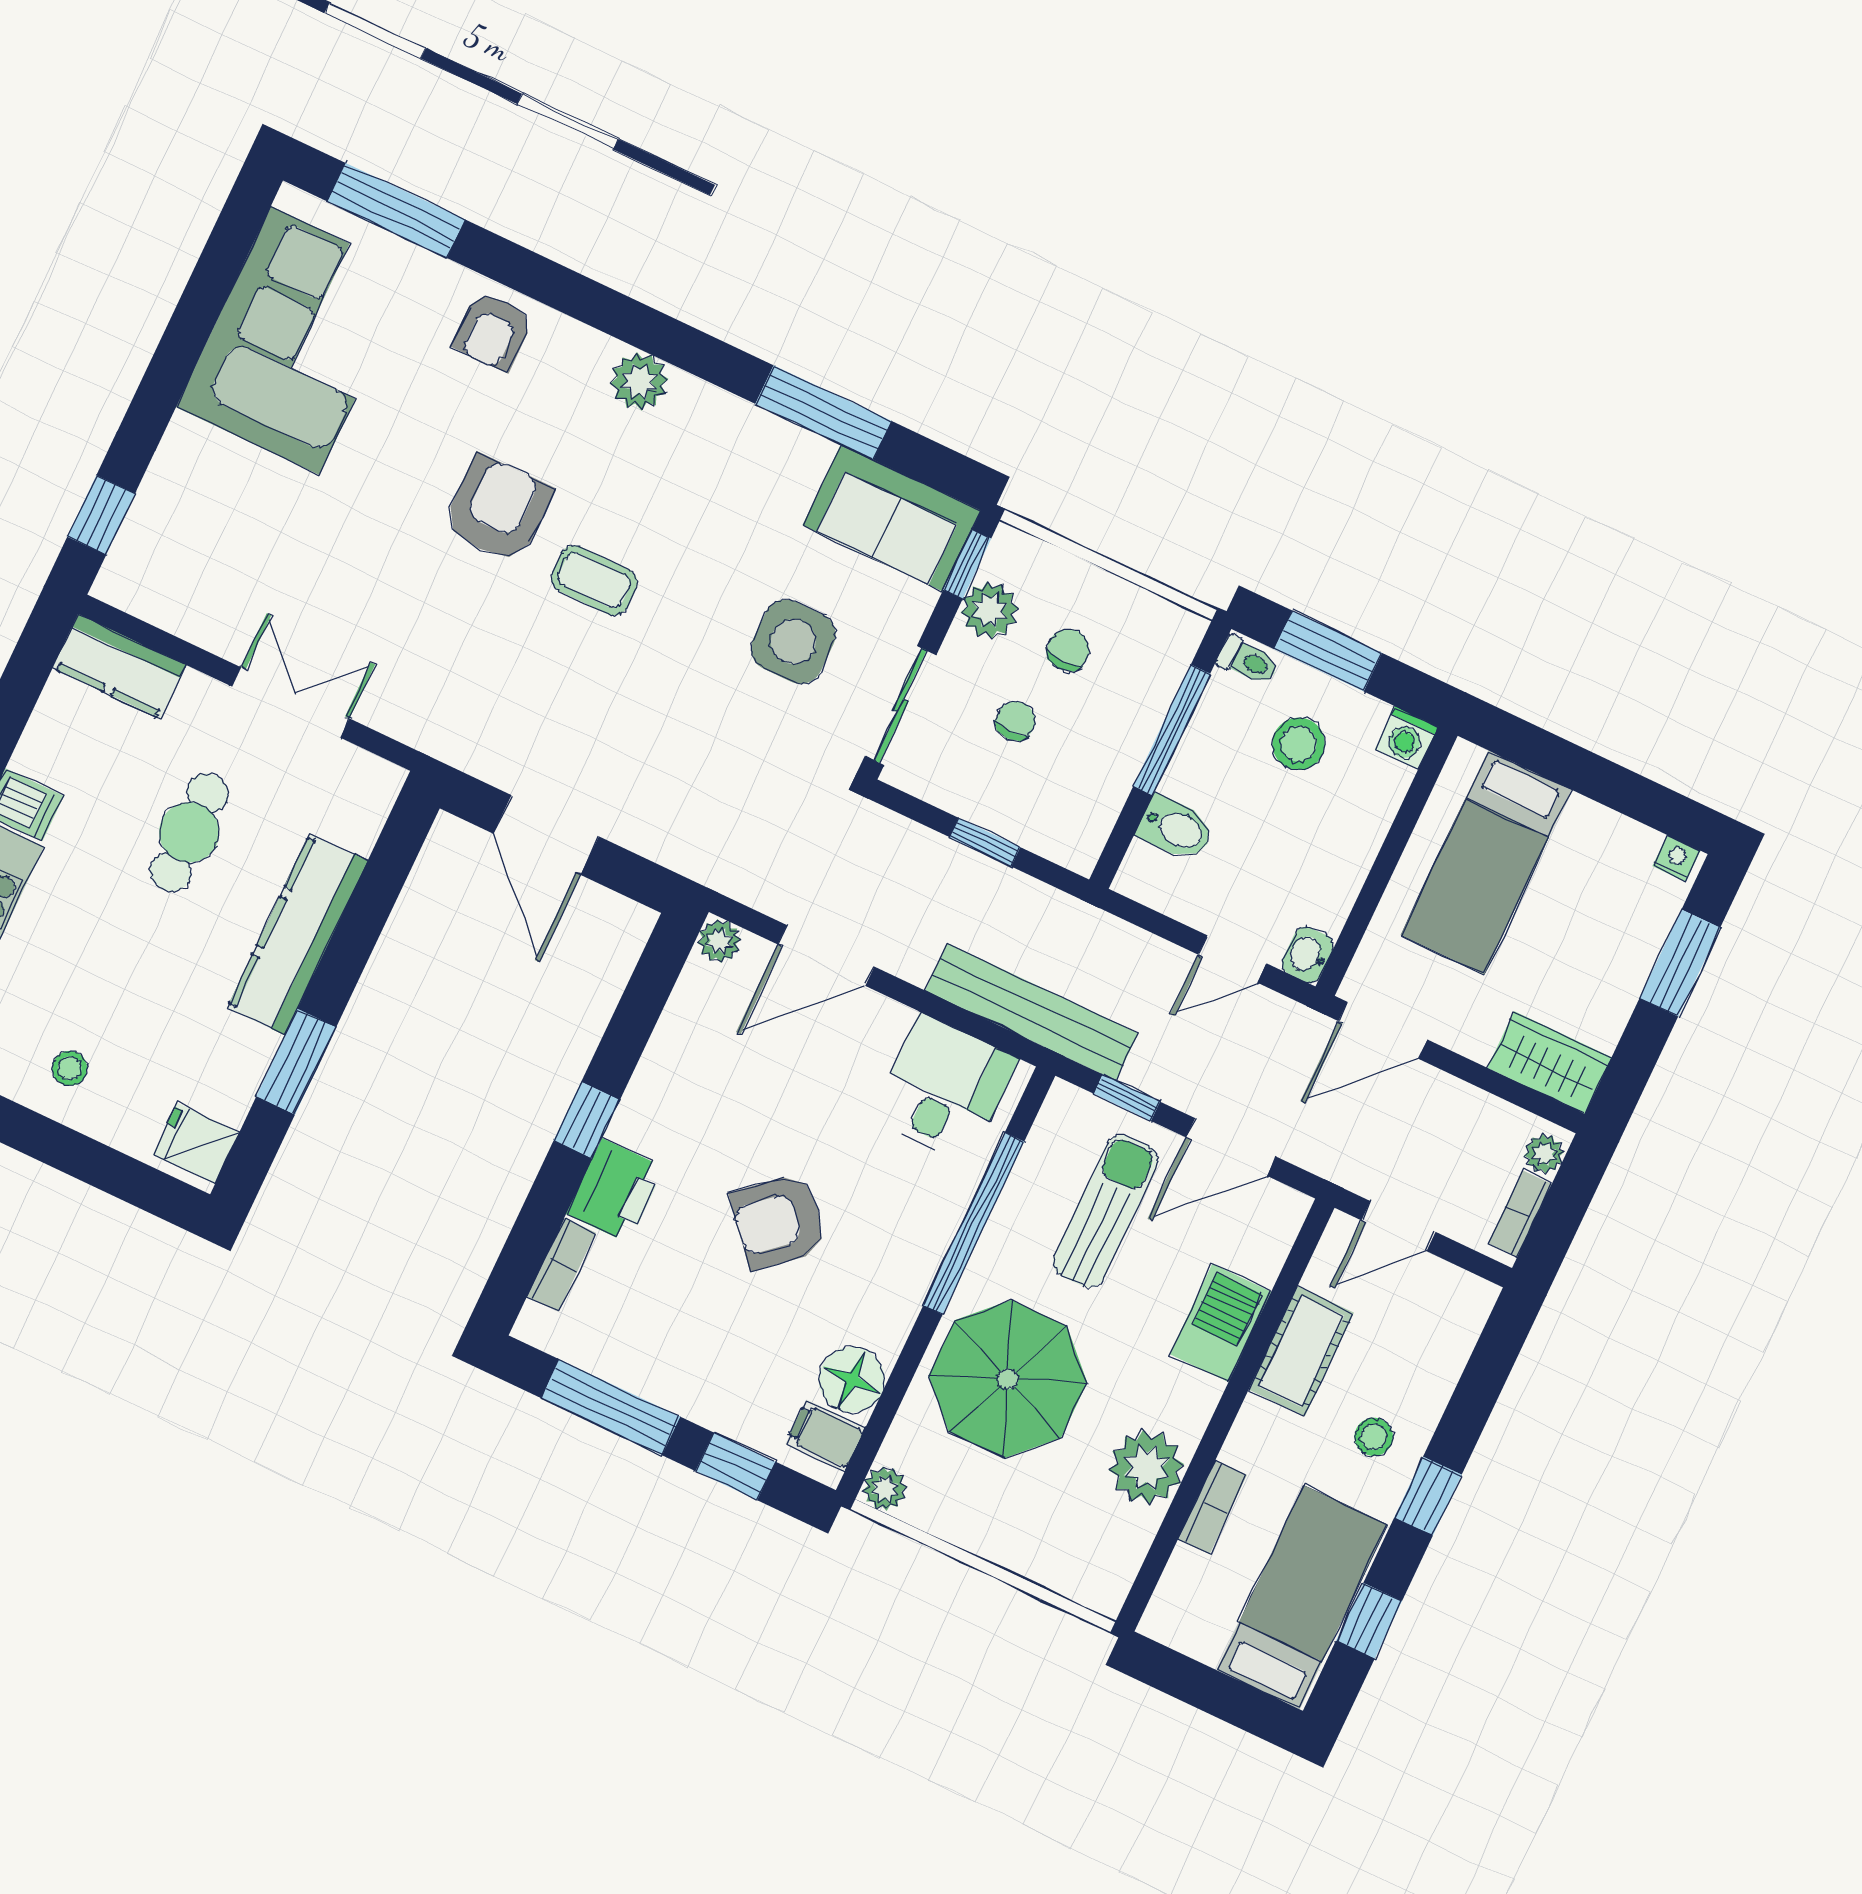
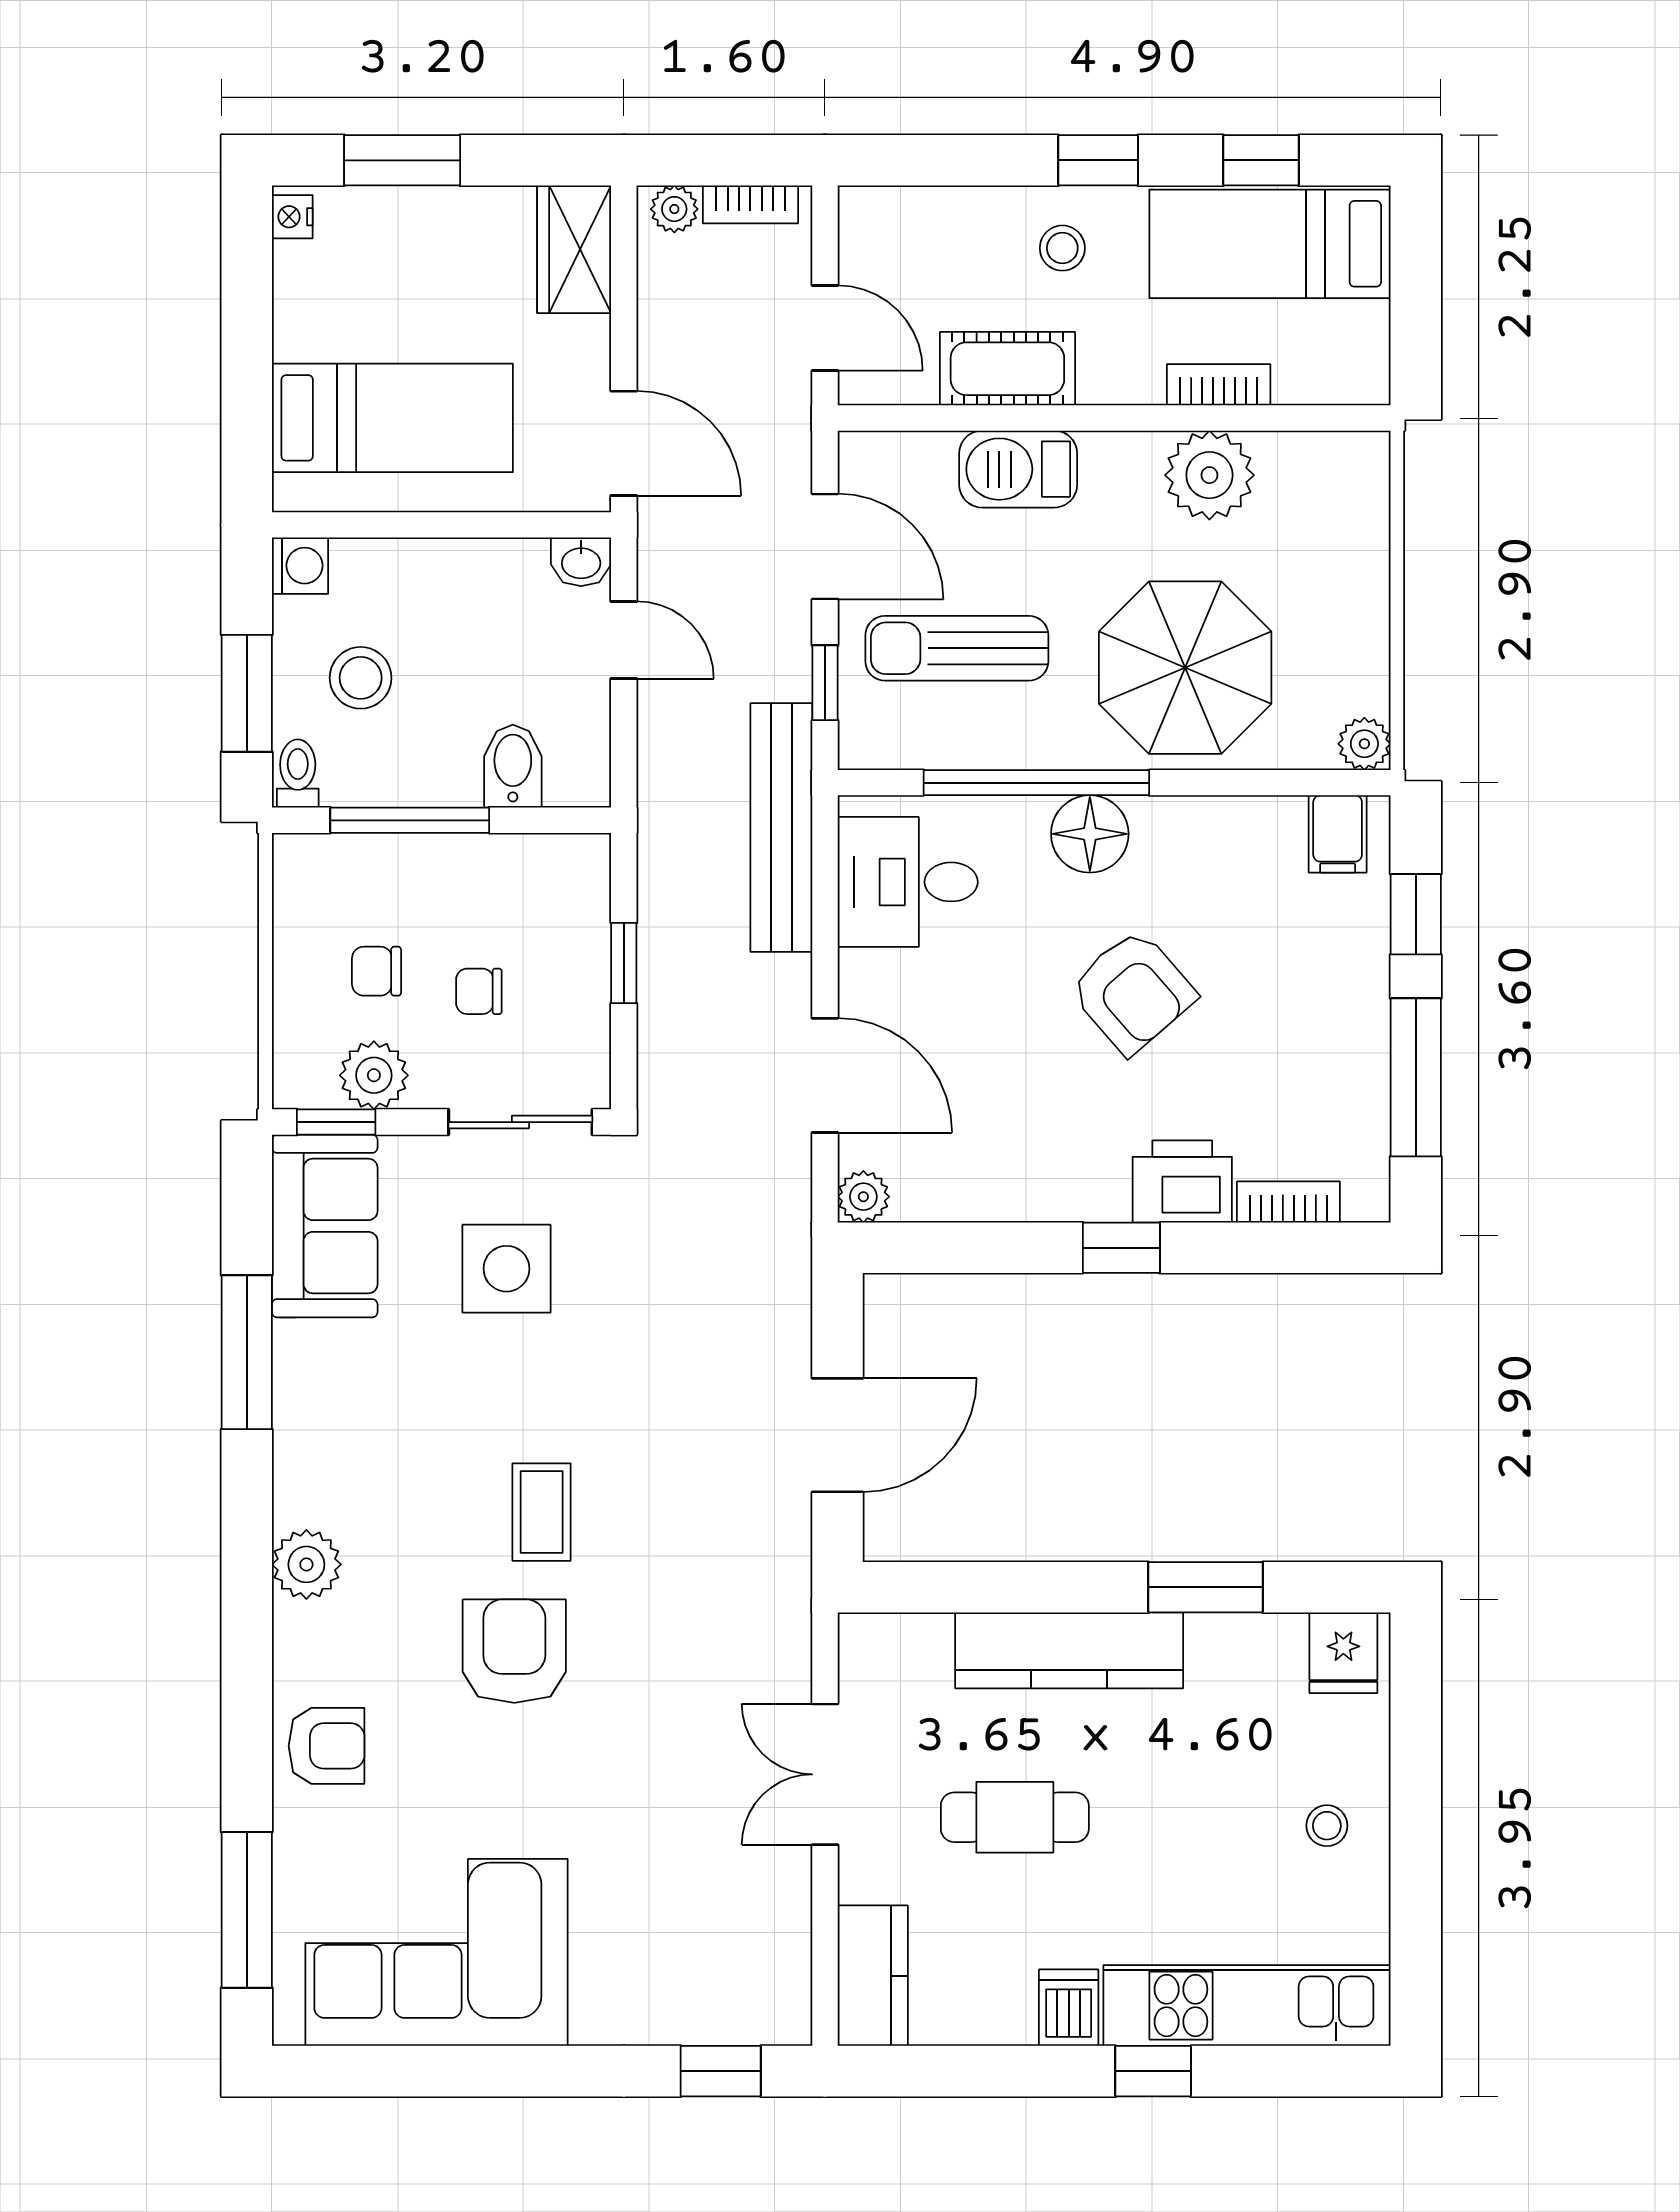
armchair: (498, 509) -> (514, 1651), turned 90
floor lamp: (852, 1380) -> (1090, 834), moved

